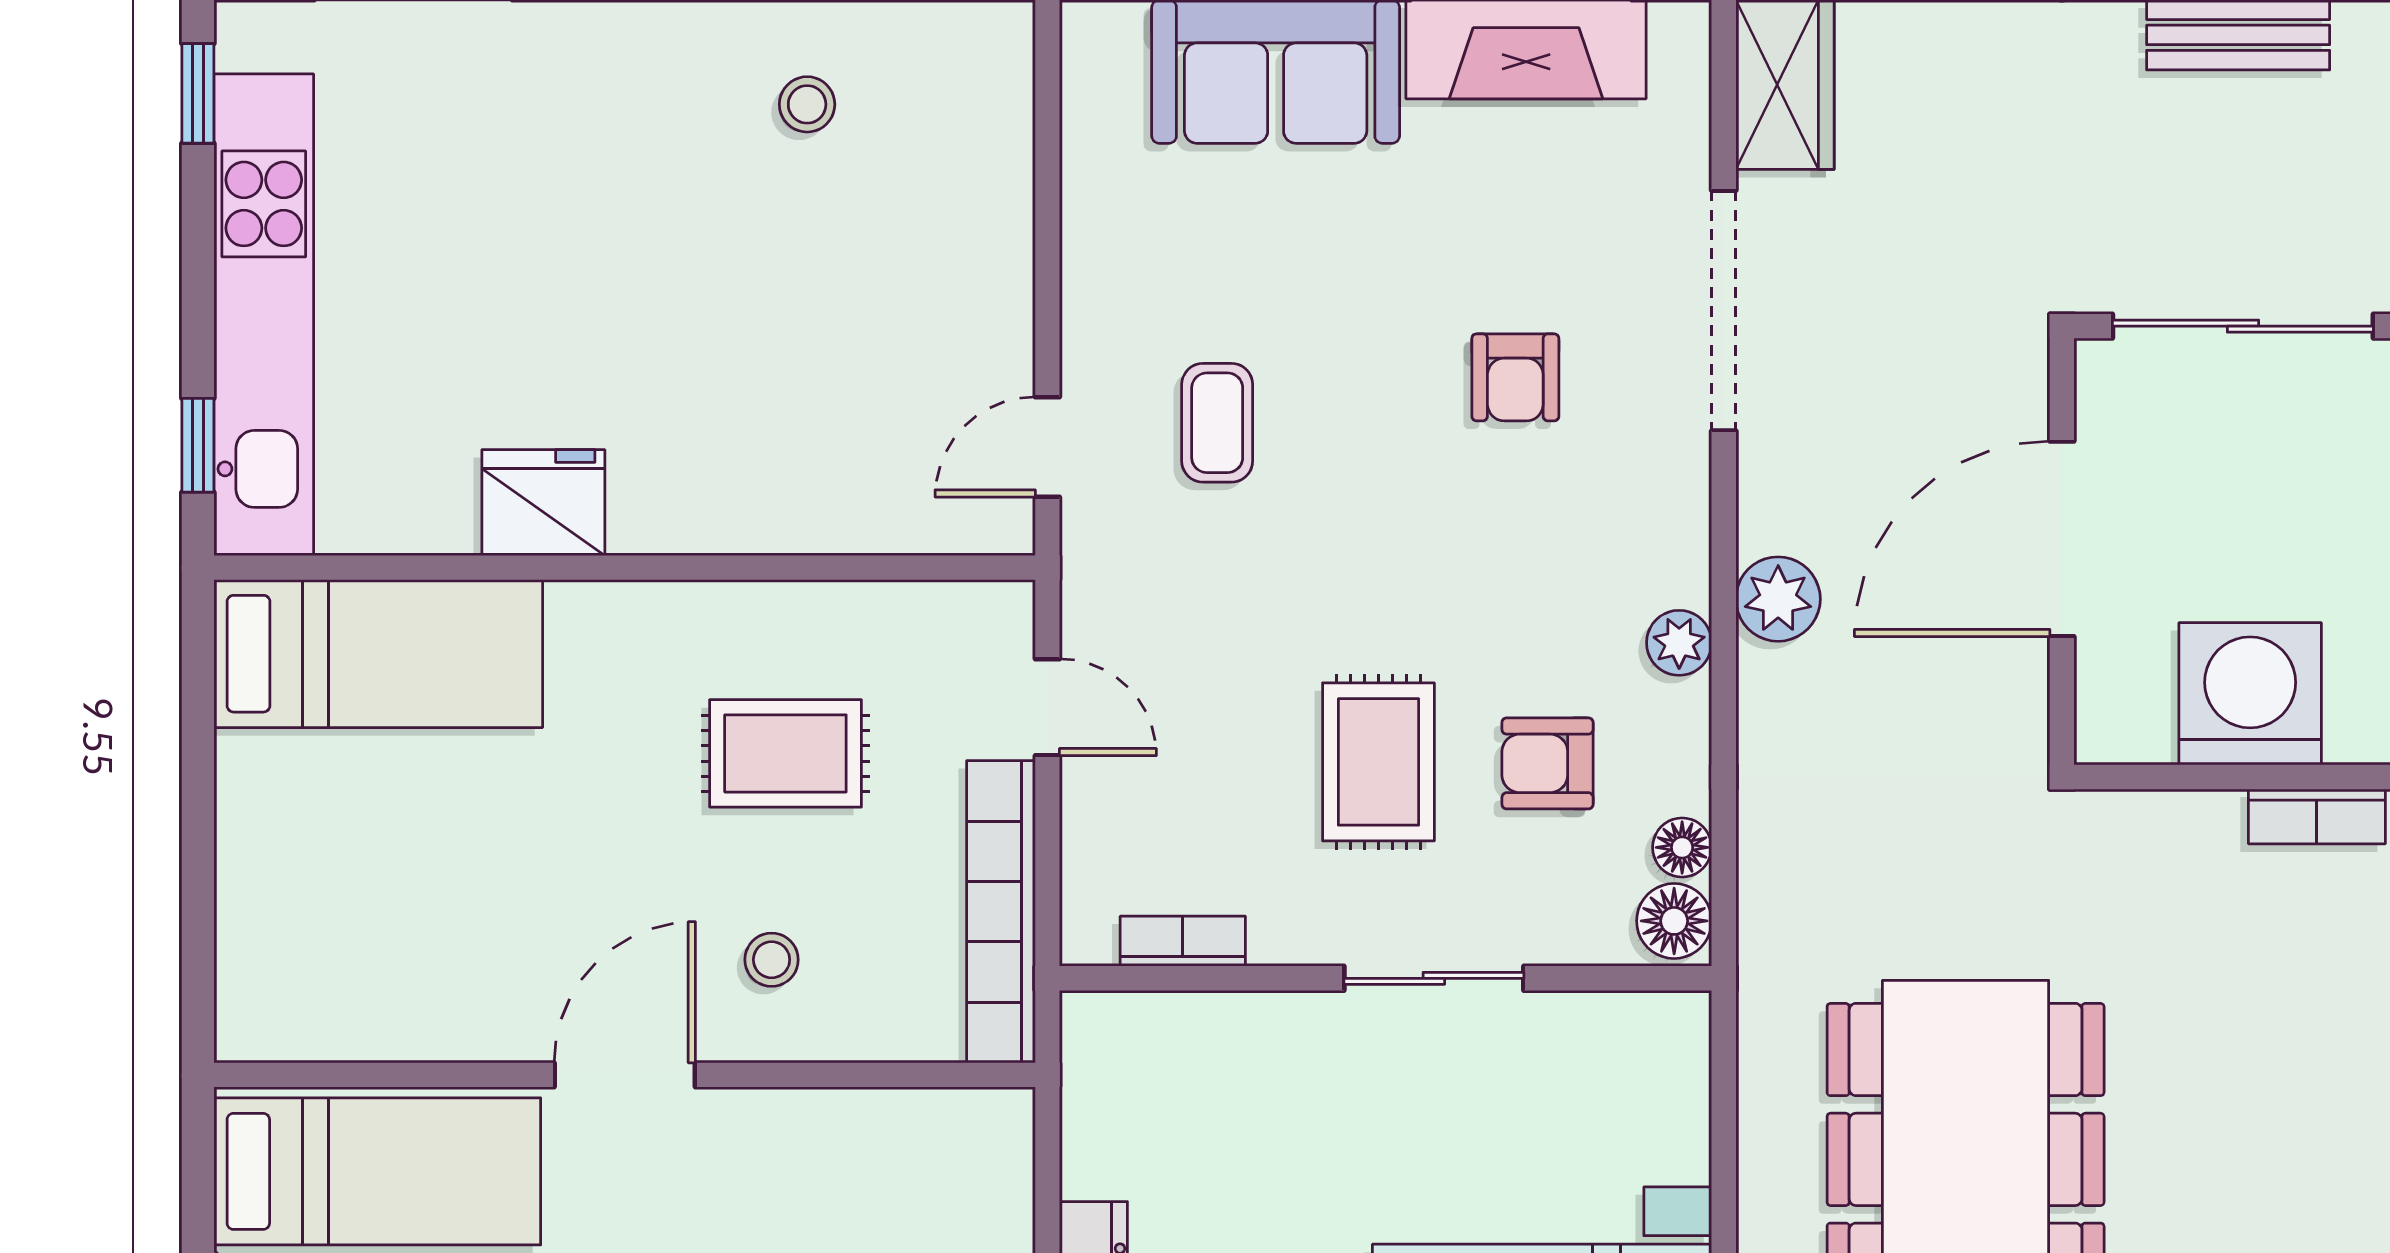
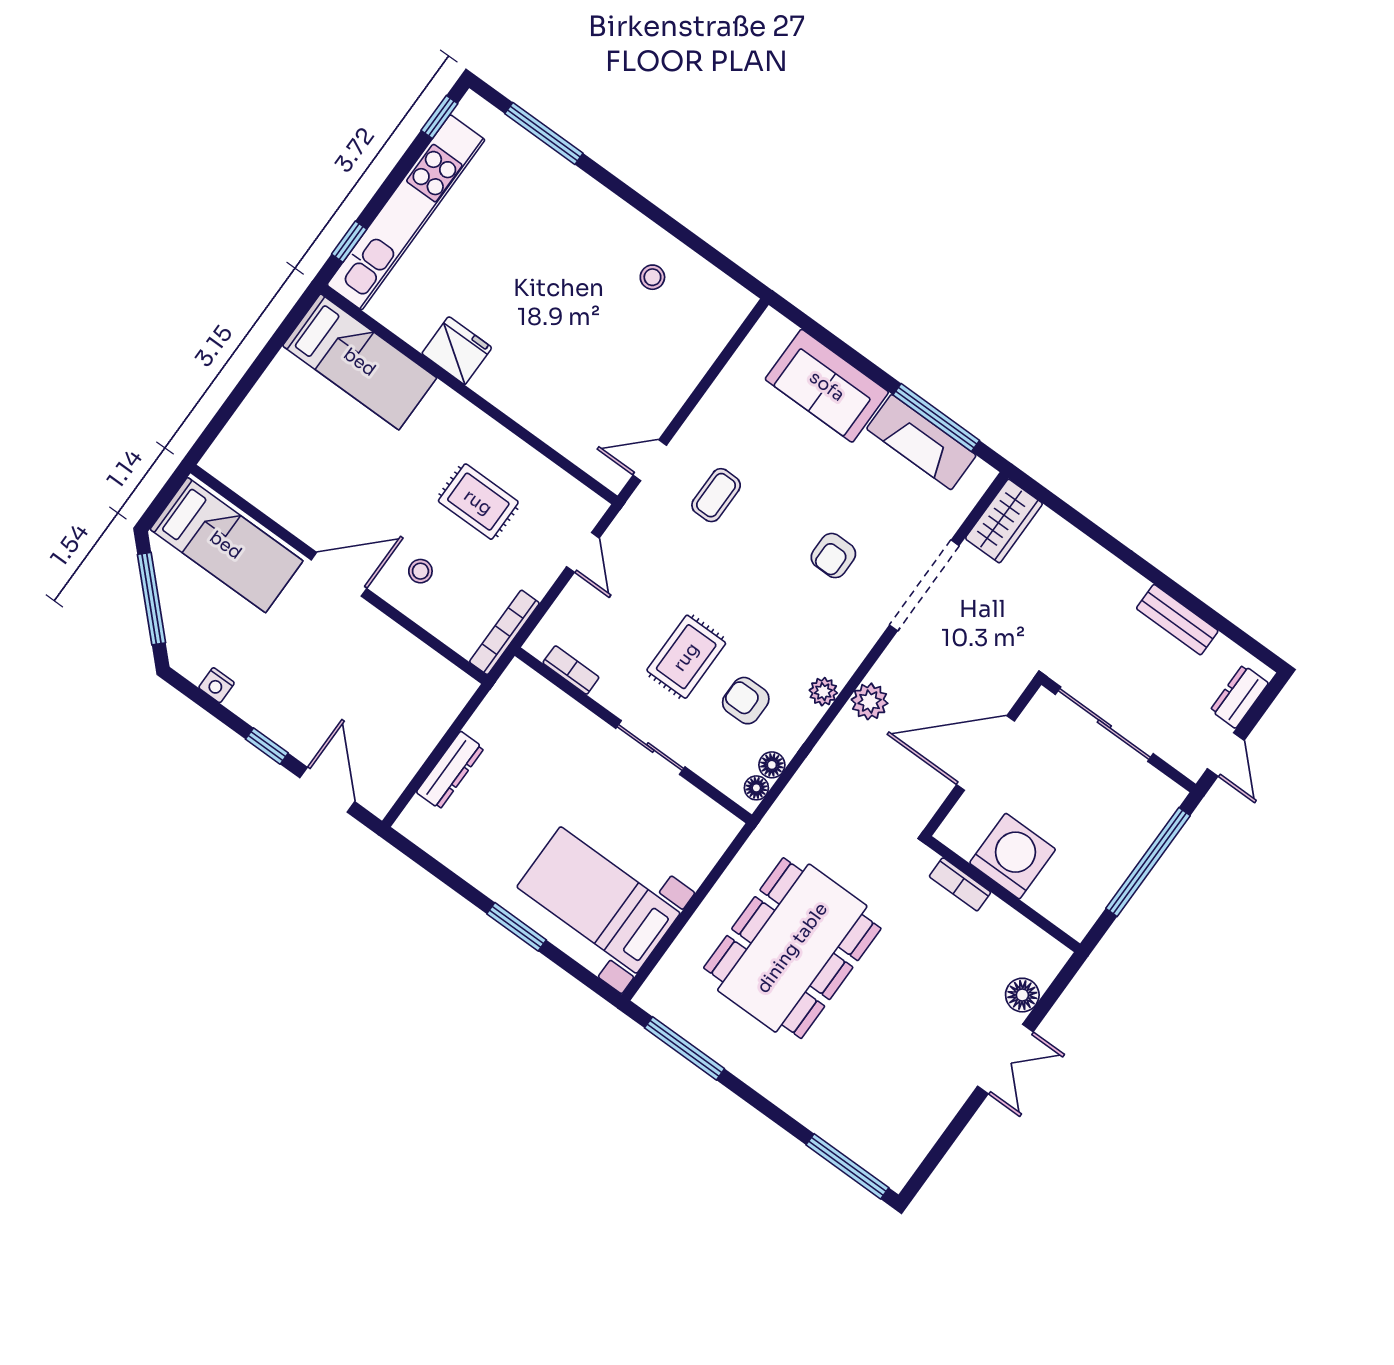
bookcase: (2317, 816) -> (960, 884), moved
bookcase: (1001, 912) -> (504, 632), width x0.68, depth x0.76
floor lamp: (1674, 921) -> (756, 788), width x0.73, depth x0.73

